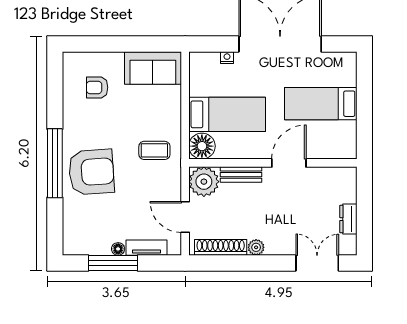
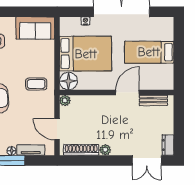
bed: (227, 114) -> (86, 54), width x1.50
bench: (241, 175) -> (153, 100), moved
plant: (204, 182) -> (65, 100), width x0.53, depth x0.53
dresser: (348, 219) -> (168, 145), moved
double door: (317, 263) -> (147, 160), swing flipped

